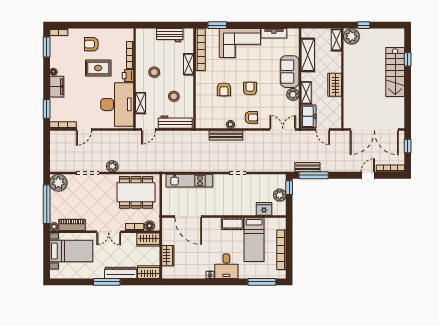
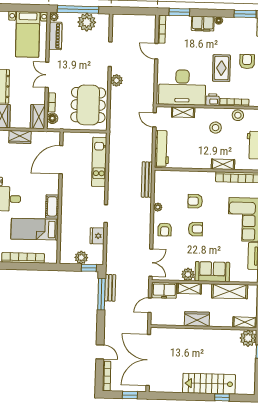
stool: (174, 96) -> (238, 115), moved
bench: (226, 135) -> (147, 180), moved
plant: (58, 183) -> (87, 22), moved
fridge: (264, 209) -> (97, 236), moved, turned 180

